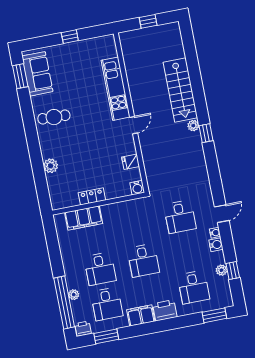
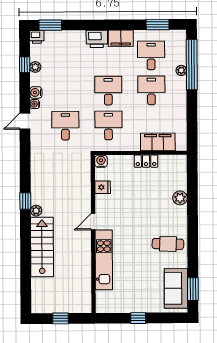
desk: (194, 287) -> (108, 126), moved
printer: (83, 329) -> (37, 37), moved

